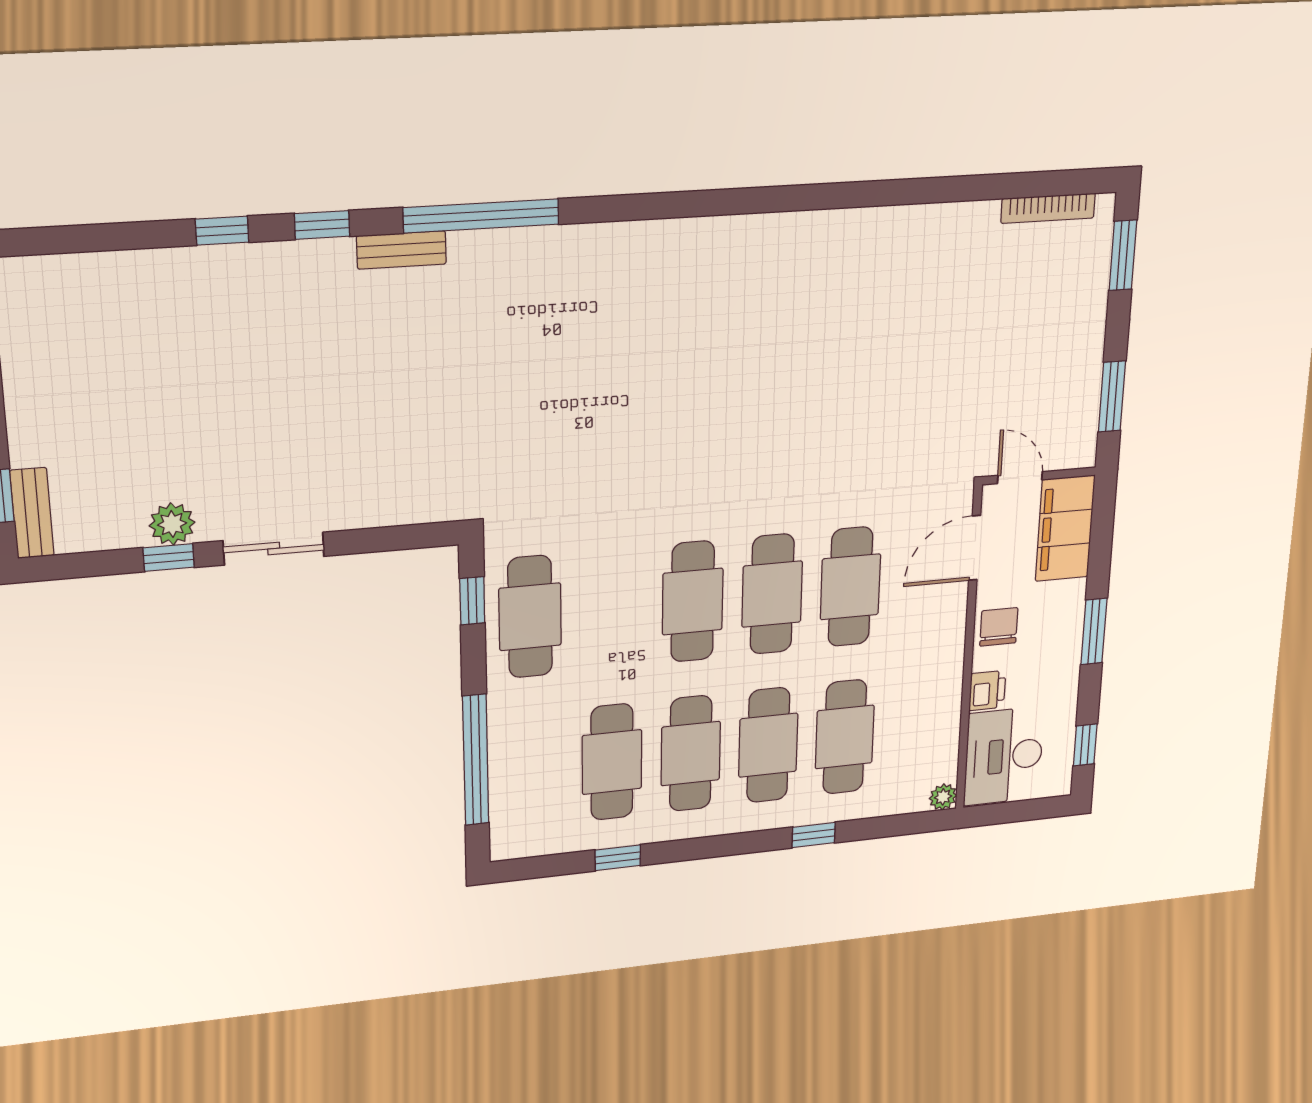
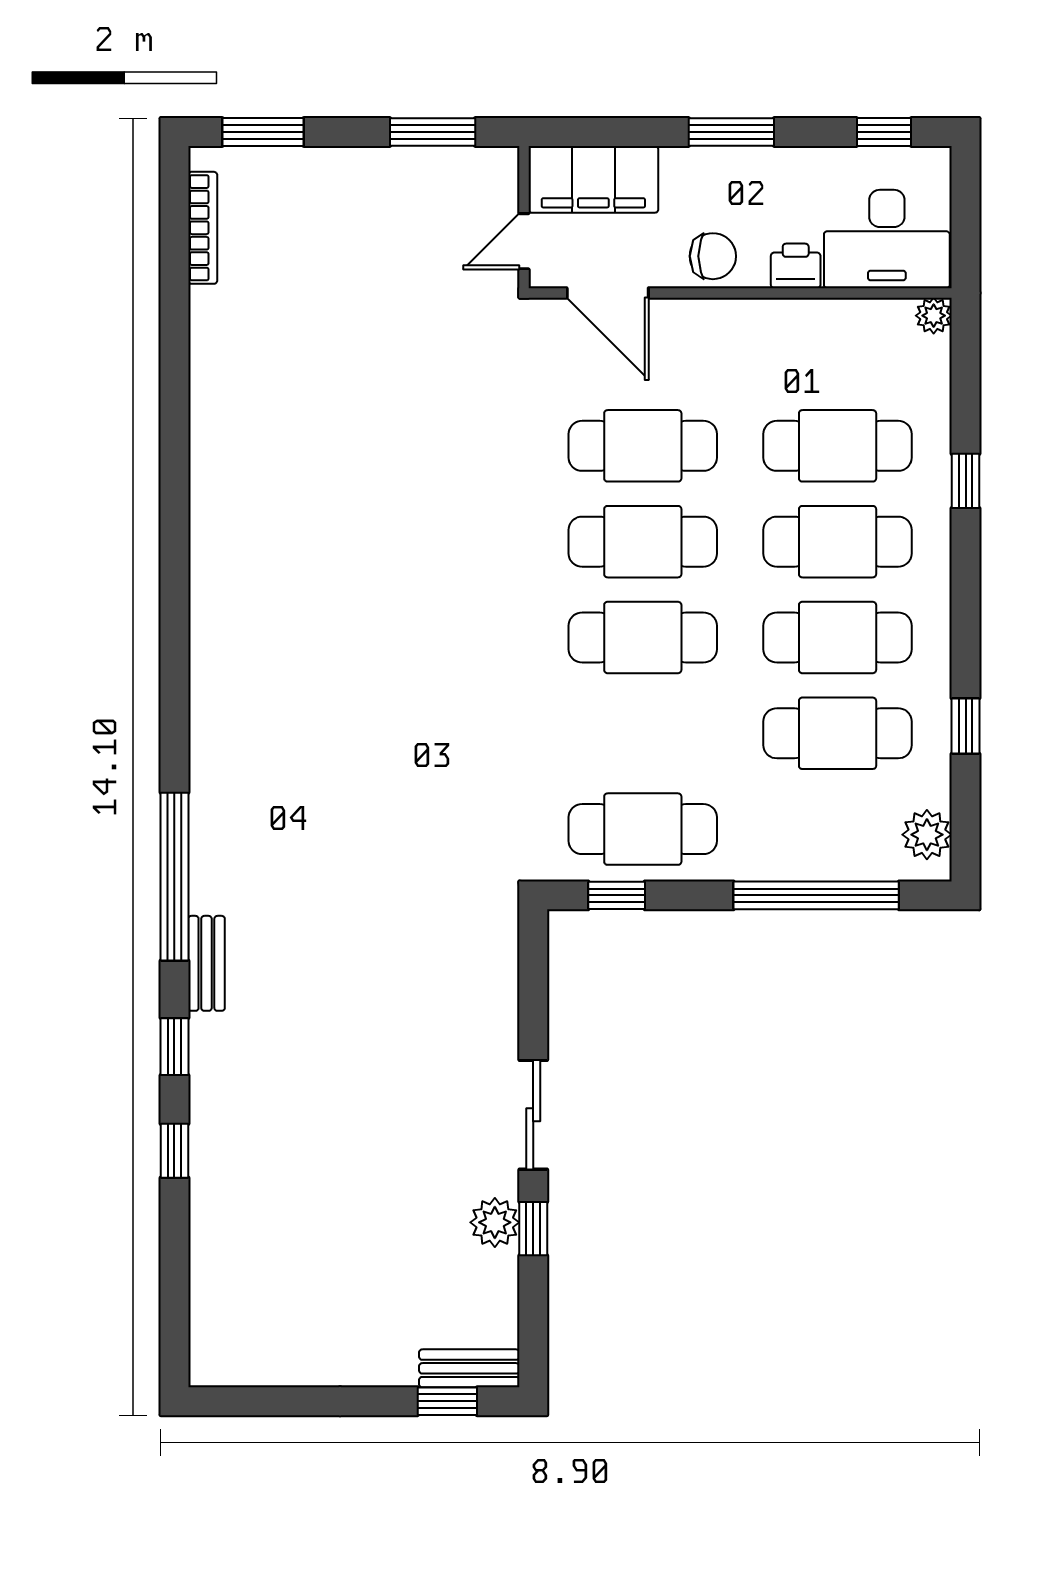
chair: (999, 627) -> (713, 256), turned 180
plant: (528, 839) -> (927, 835), added

